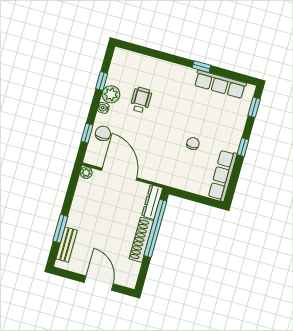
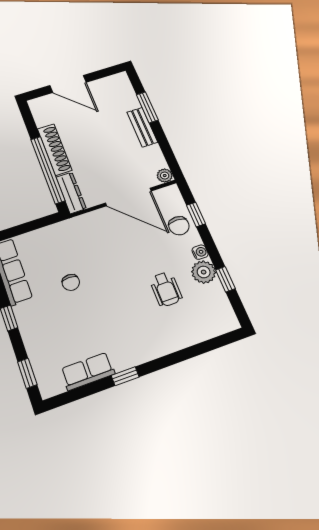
row of seats: (220, 84) -> (88, 371), width x0.68
bench: (67, 245) -> (142, 127), moved

